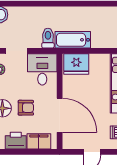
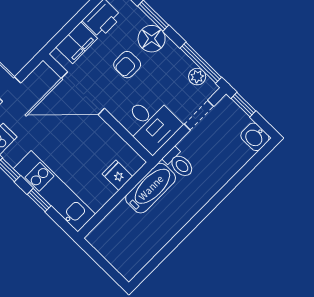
fridge: (76, 64) -> (117, 175), width x0.53, depth x0.75

